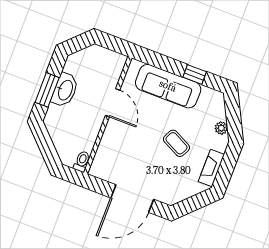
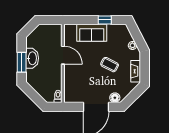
sofa: (168, 86) -> (92, 33), width x0.73
floor lamp: (165, 196) -> (115, 98), added

